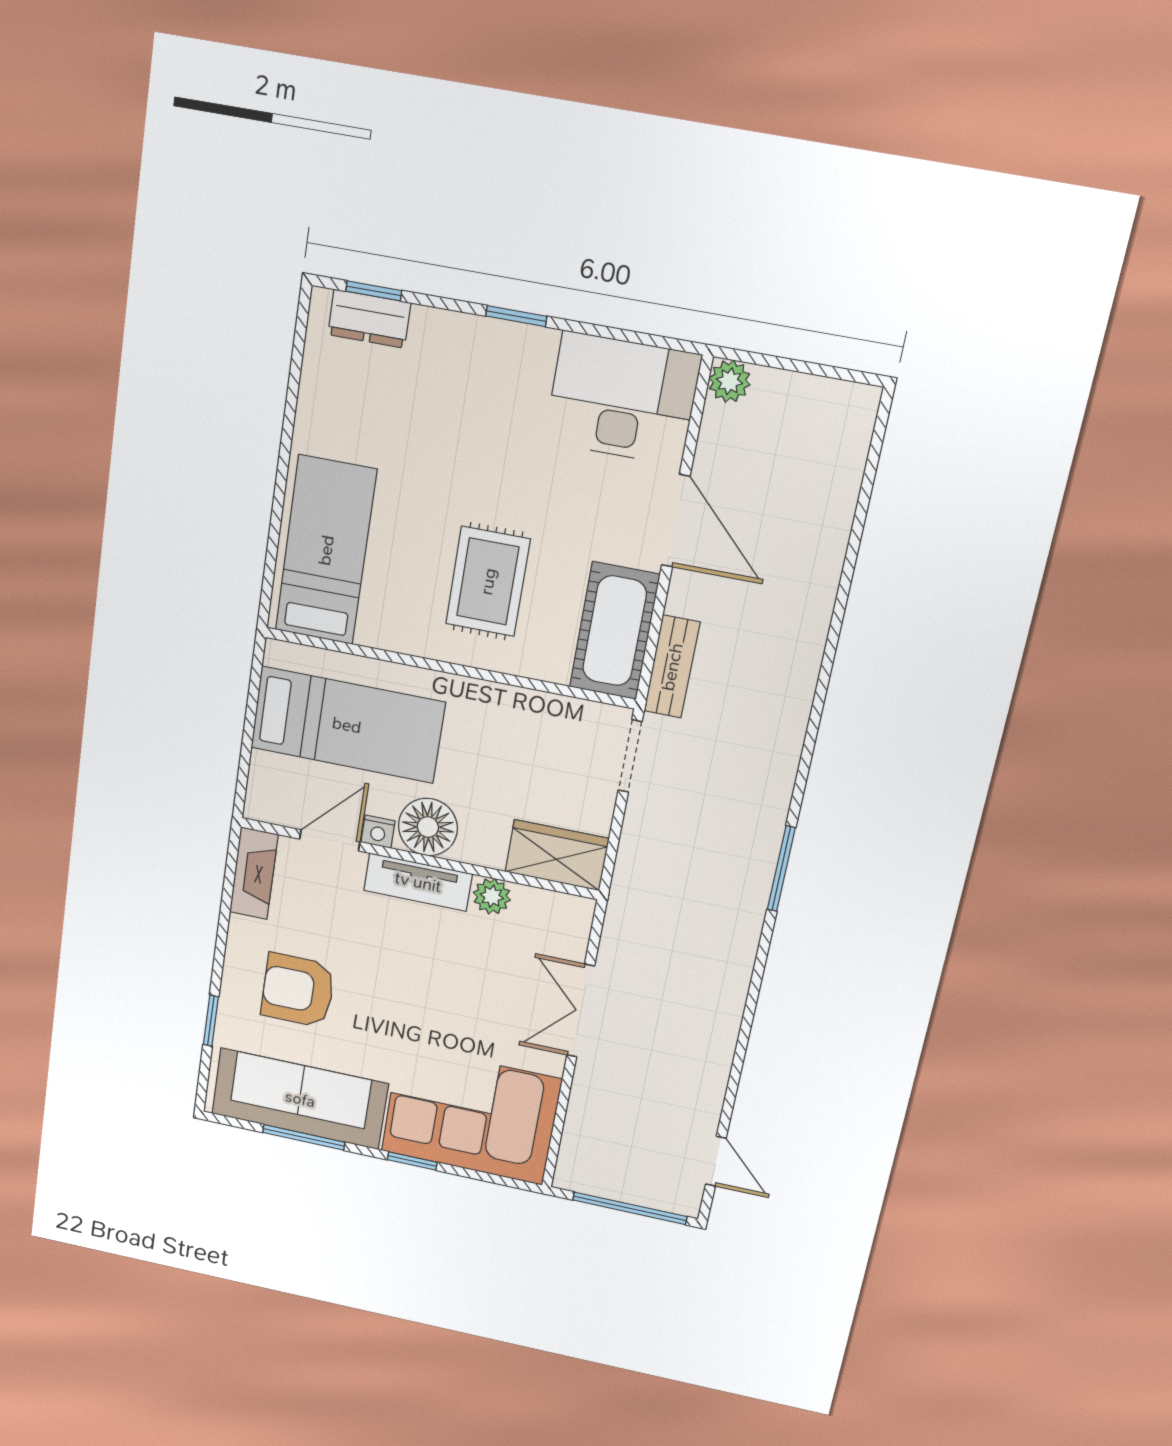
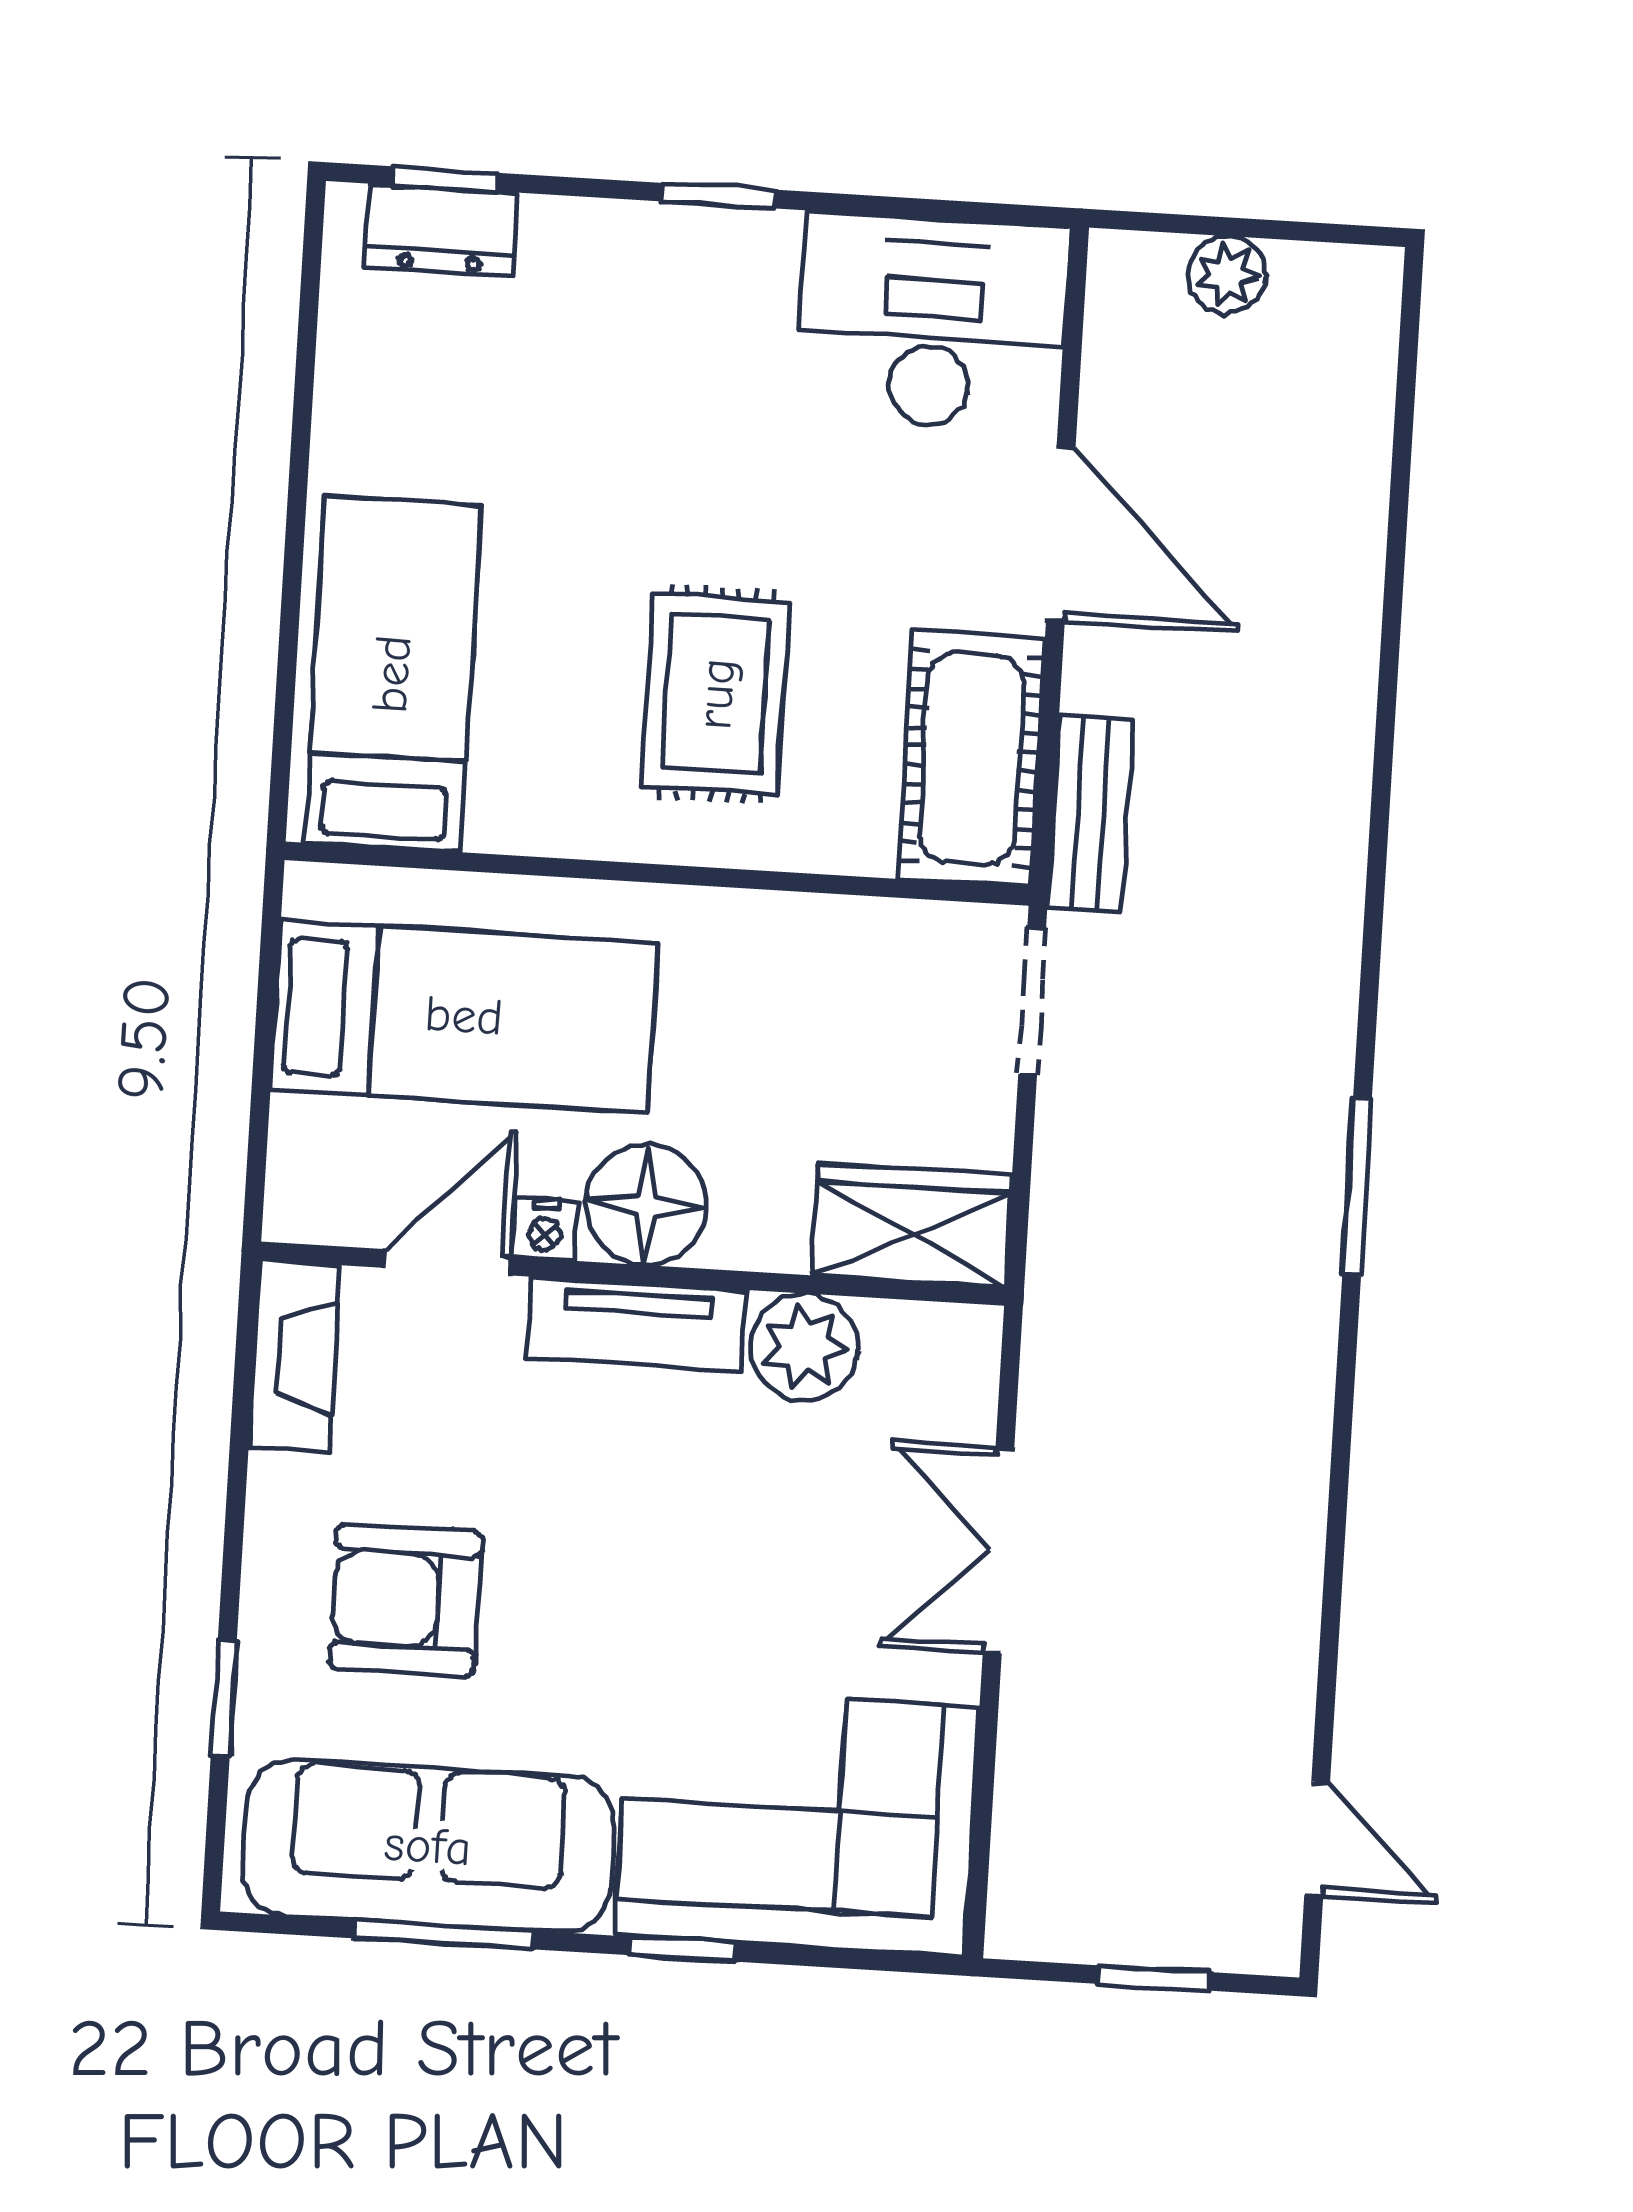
plant: (729, 381) -> (1227, 275), moved
plant: (492, 896) -> (804, 1347), width x1.38, depth x1.38
window: (630, 1208) -> (1154, 1978), width x0.46

